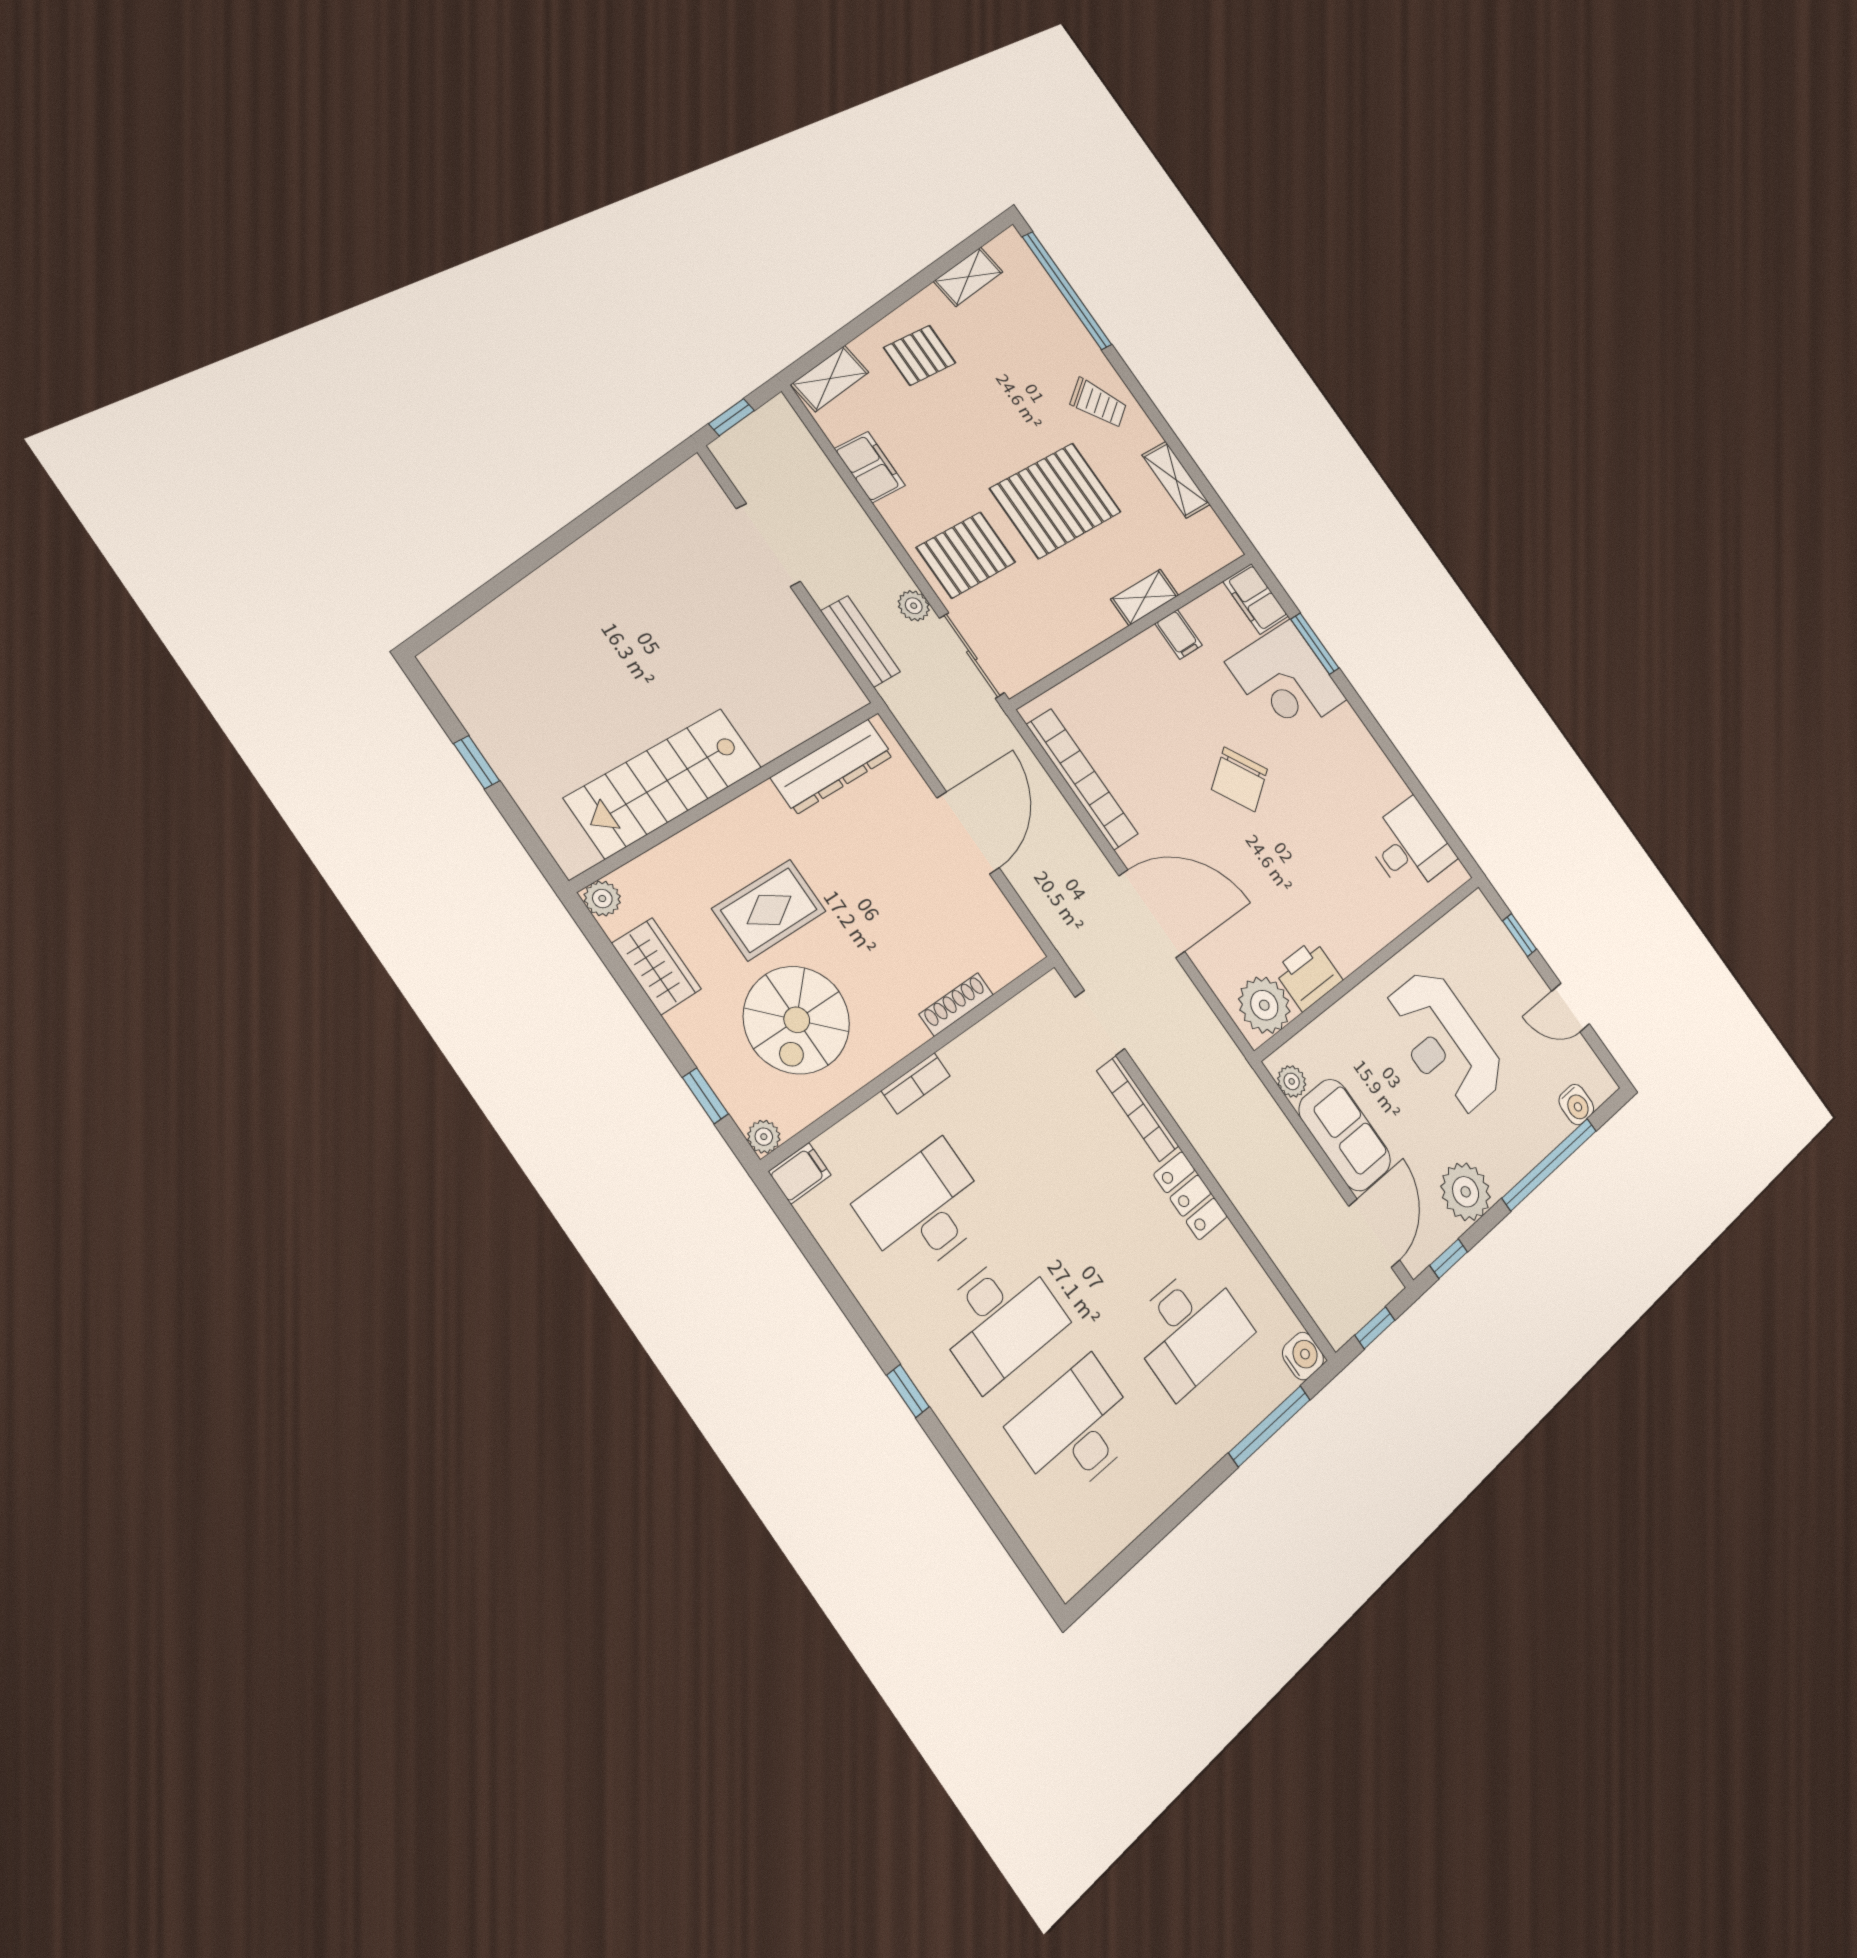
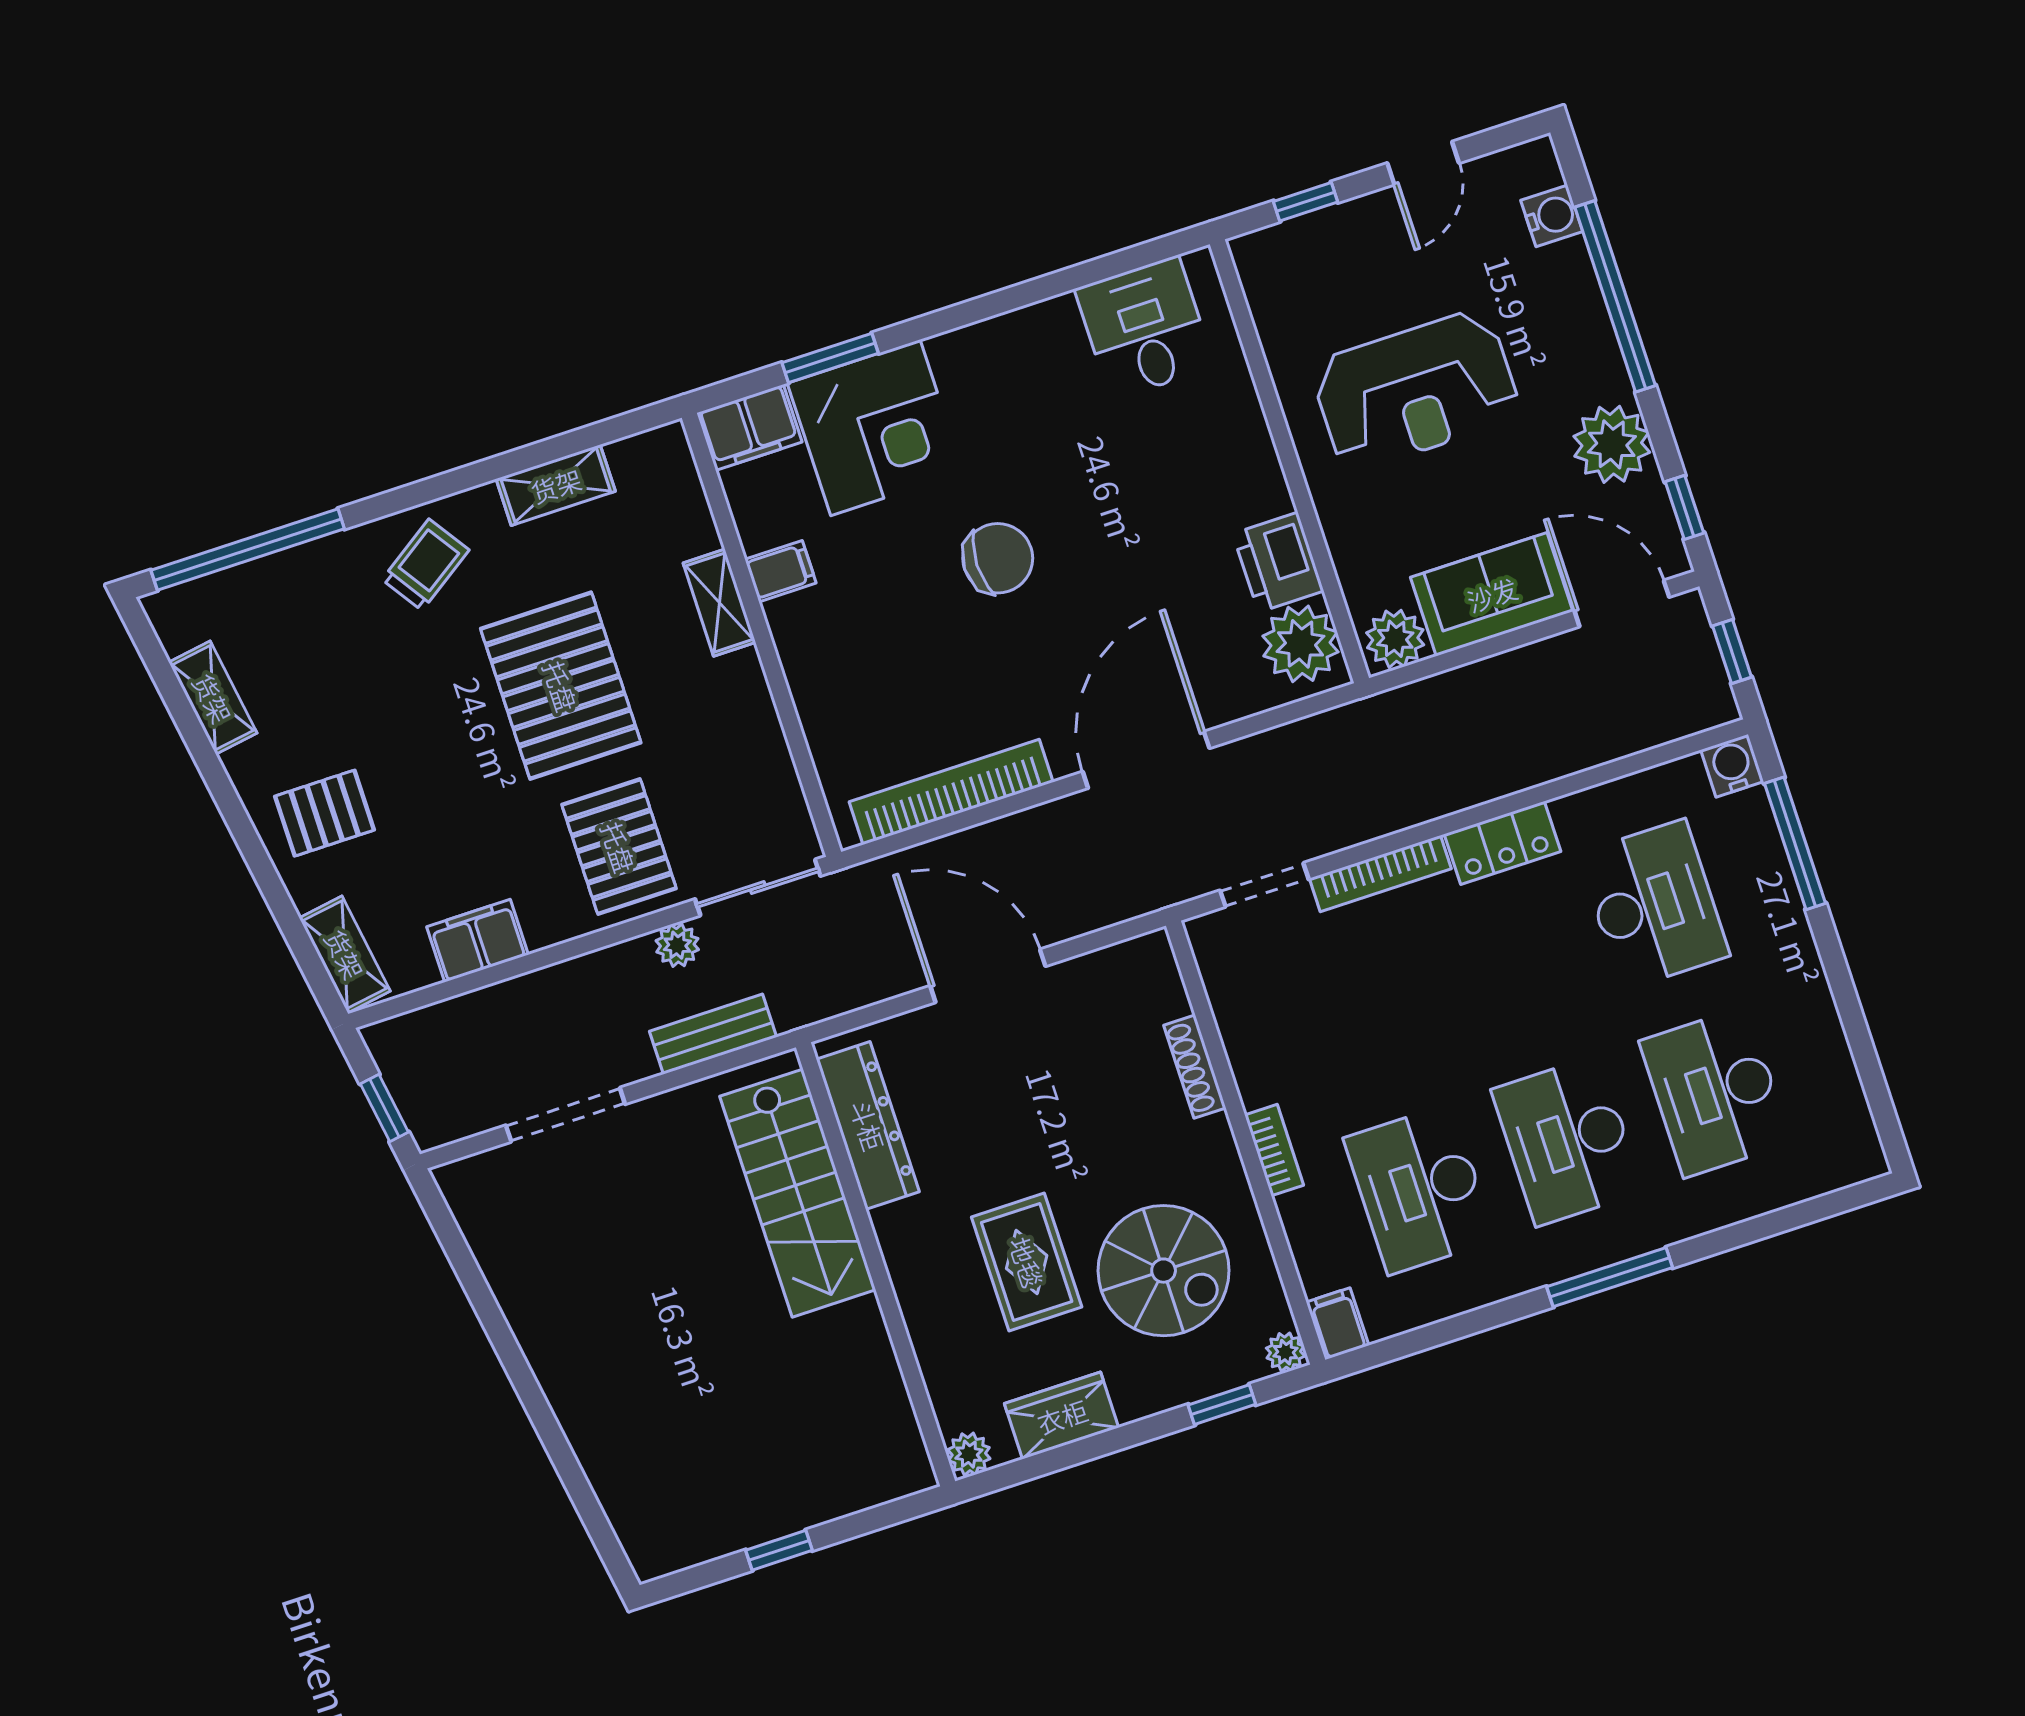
pallet: (920, 355) -> (325, 813), turned 90
chair: (1240, 779) -> (998, 558), turned -57
stairs: (664, 782) -> (798, 1193), moved
plant: (1292, 1081) -> (1395, 639), width x1.38, depth x1.38
desk: (1000, 1319) -> (1567, 1141), turned 180
window: (908, 1391) -> (1610, 1277), width x2.17

